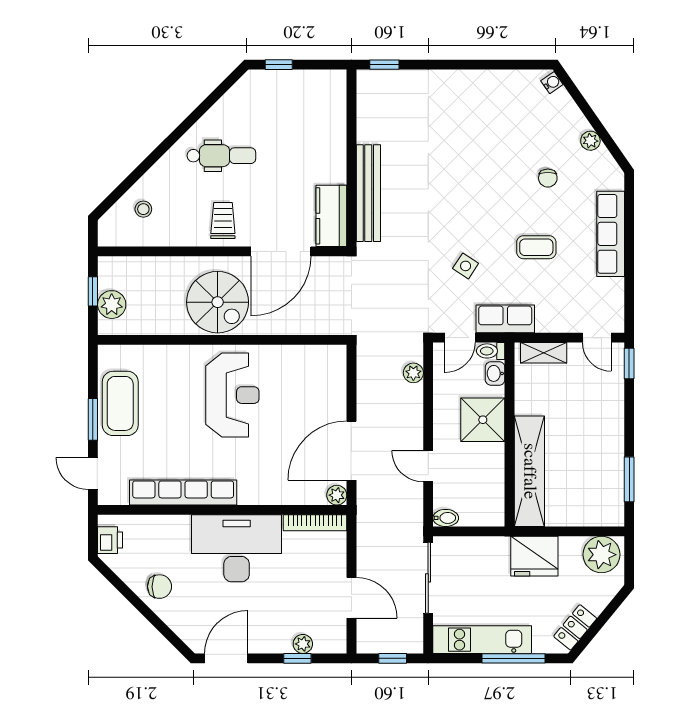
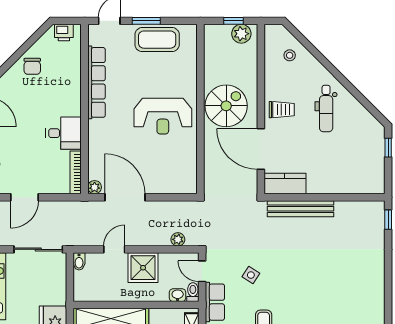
spiral stairs: (218, 302) -> (226, 106), turned 180
plant: (112, 305) -> (241, 34), moved
shower: (483, 420) -> (143, 268), moved
desk: (237, 548) -> (64, 133), width x0.53, depth x0.77

